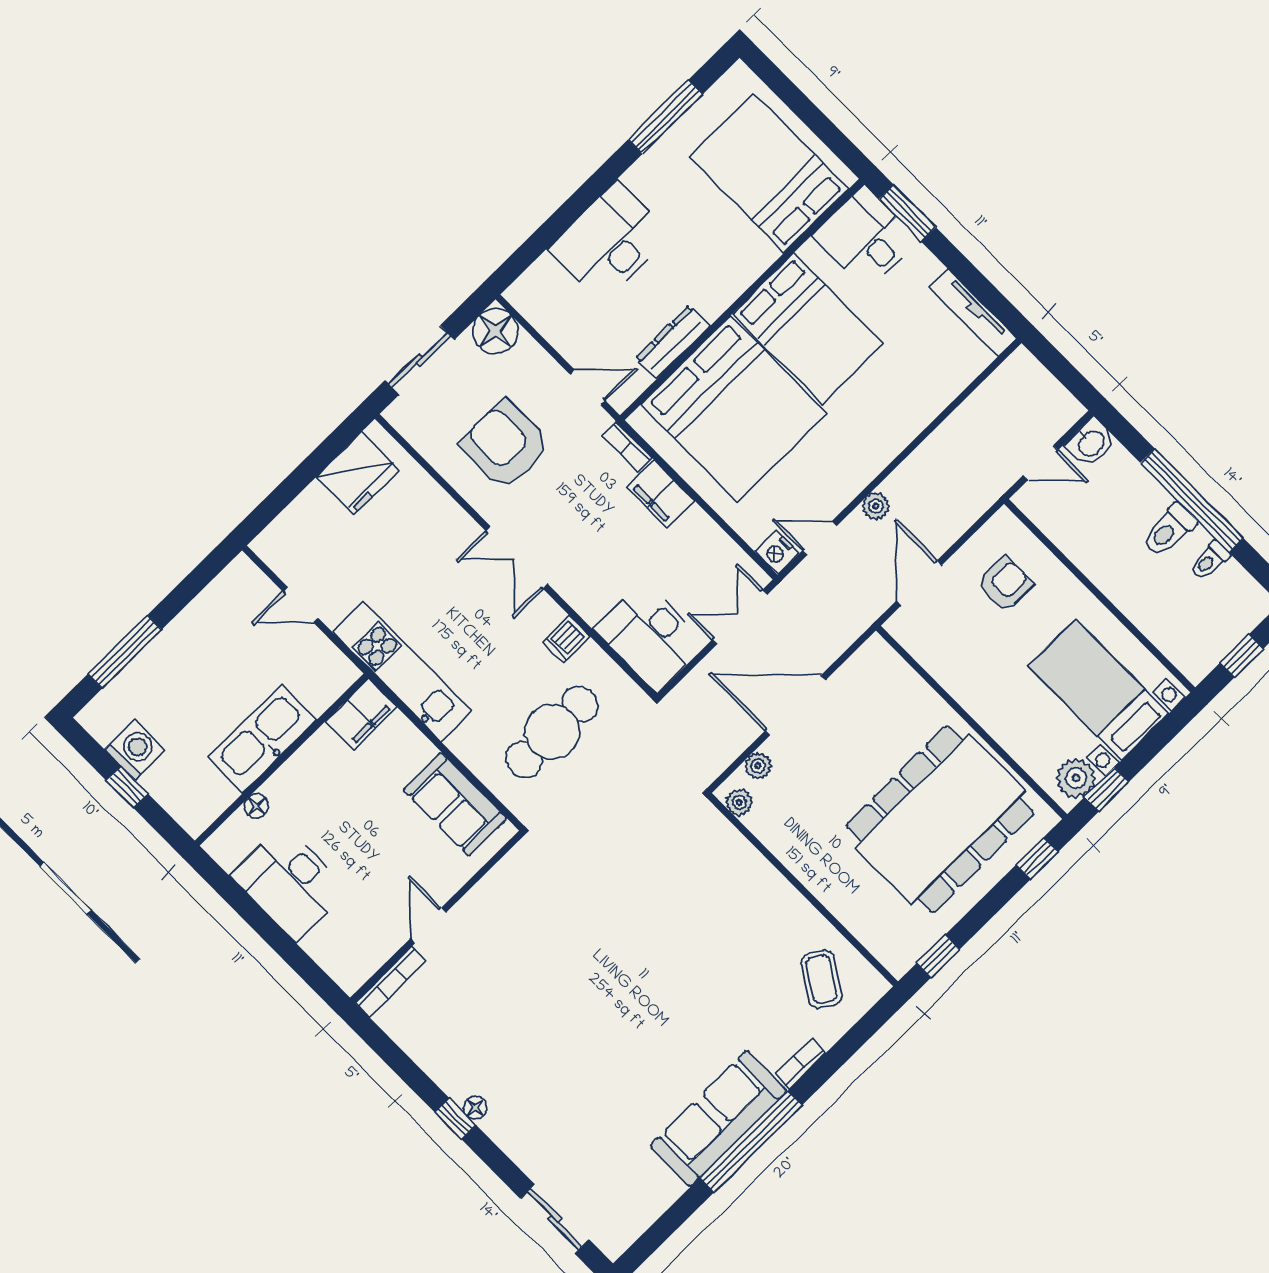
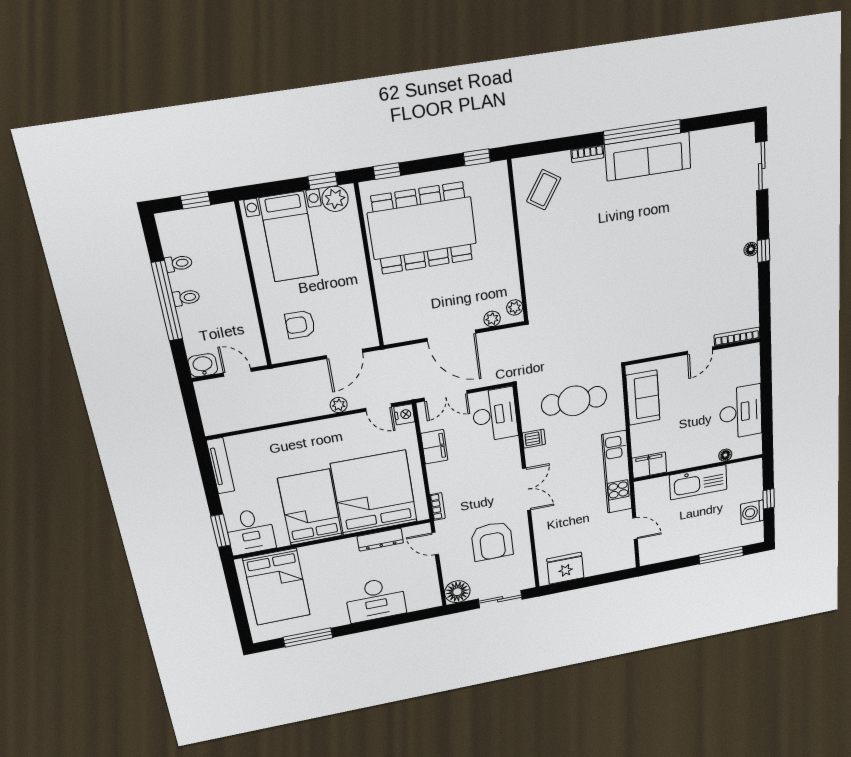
filing cabinet: (661, 494) -> (434, 447), moved
toilet: (1169, 530) -> (186, 298), width x0.73, depth x0.72

